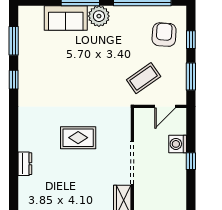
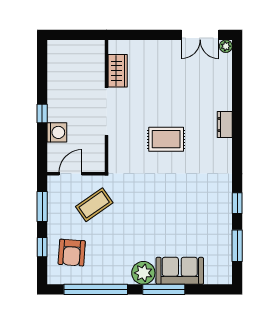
dresser: (25, 164) -> (225, 125), moved

